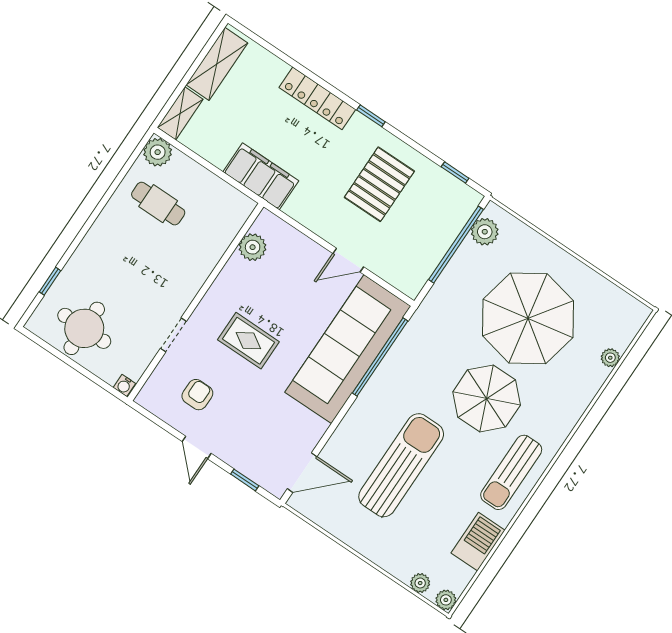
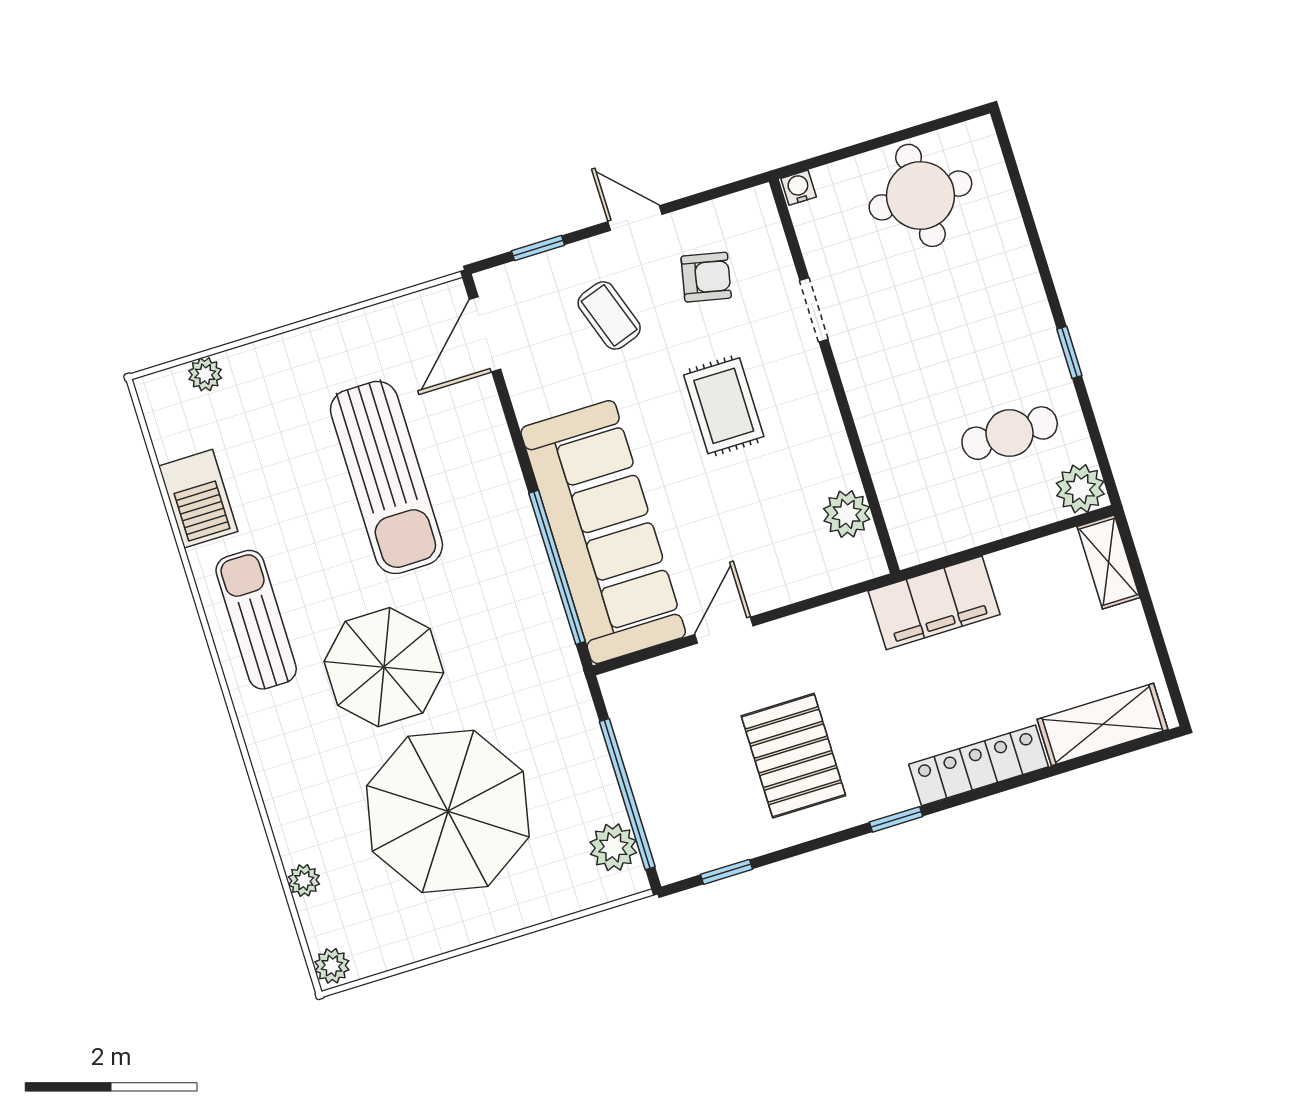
shelving: (217, 64) -> (1103, 724), moved, turned 90
window: (50, 281) -> (1069, 352), moved
rug: (248, 341) -> (724, 406), turned 90
armchair: (197, 395) -> (706, 277), turned -78
coffee table: (249, 424) -> (609, 315), added
plant: (446, 600) -> (332, 966), moved

